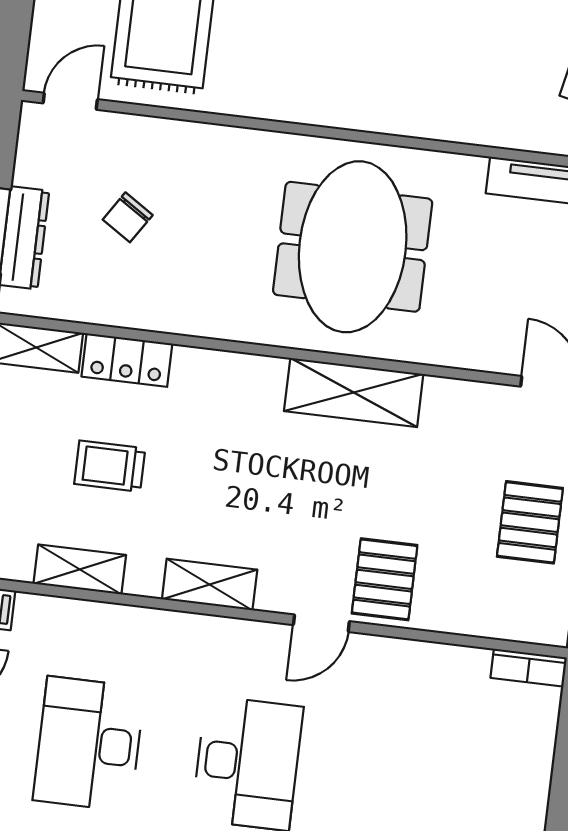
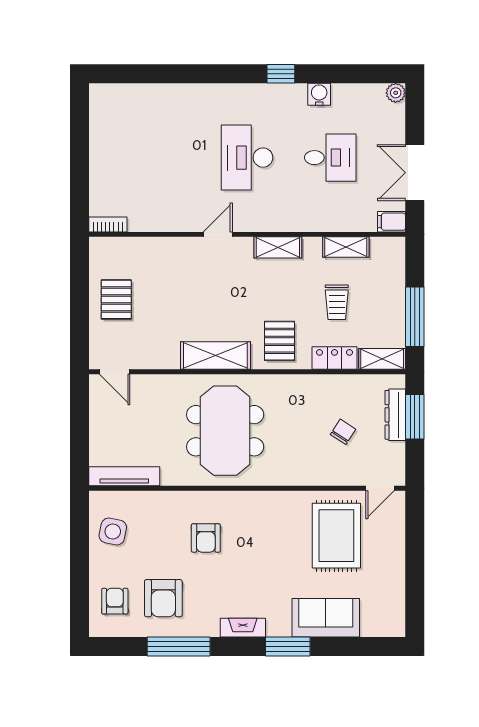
armchair: (414, 46) -> (206, 538), added
trolley: (110, 466) -> (337, 302), turned 90
pallet: (385, 579) -> (279, 341), moved
desk: (89, 744) -> (330, 158), width x0.73

